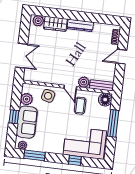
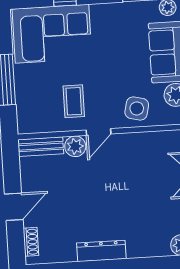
wardrobe: (55, 24) -> (148, 245), removed
door: (70, 87) -> (98, 132), swing flipped
floor lamp: (105, 100) -> (29, 121), removed

